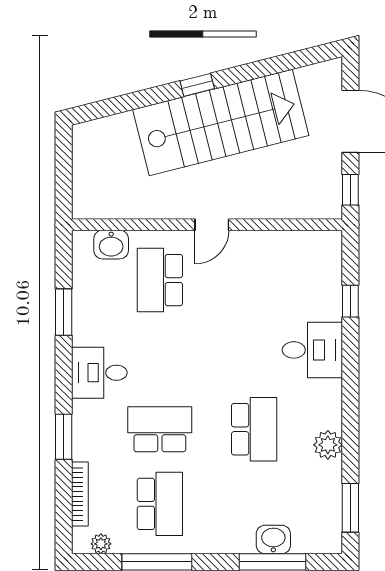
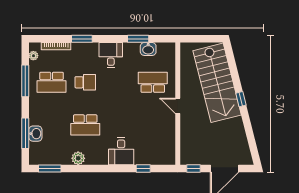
stairs: (221, 122) -> (217, 83), moved
washbasin: (111, 245) -> (148, 49), moved, turned -90
school desk: (160, 429) -> (85, 82), width x0.54

